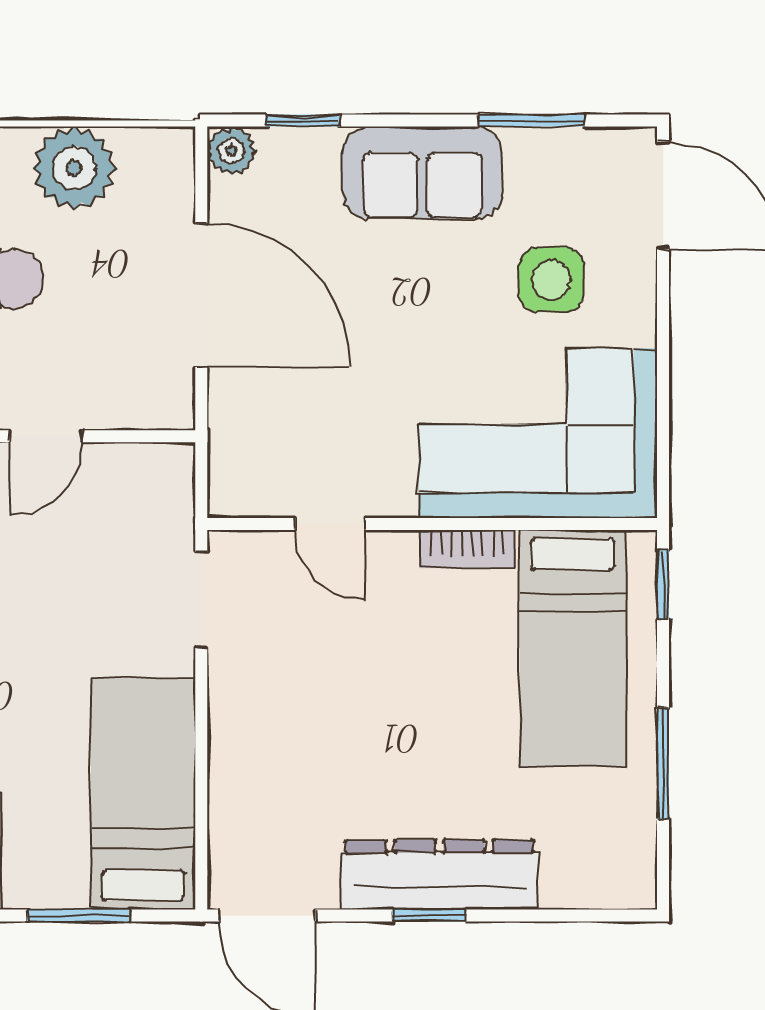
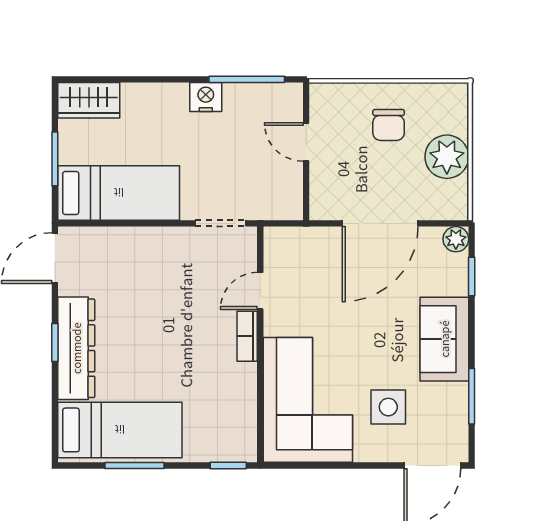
bookcase: (467, 549) -> (247, 336), moved
bed: (573, 648) -> (120, 430), moved, turned 180

